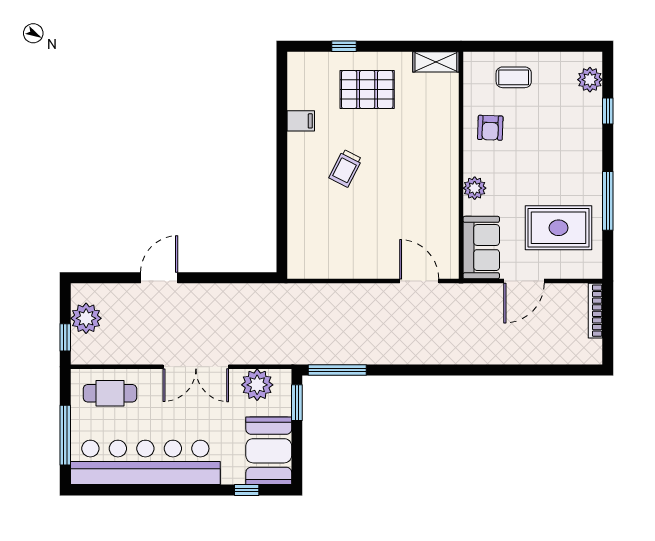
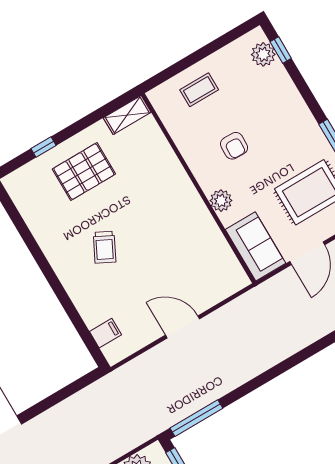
window: (608, 111) -> (281, 50), moved
filing cabinet: (301, 121) -> (105, 333), moved
armchair: (490, 128) -> (234, 146), moved
door: (419, 281) -> (183, 327), moved

